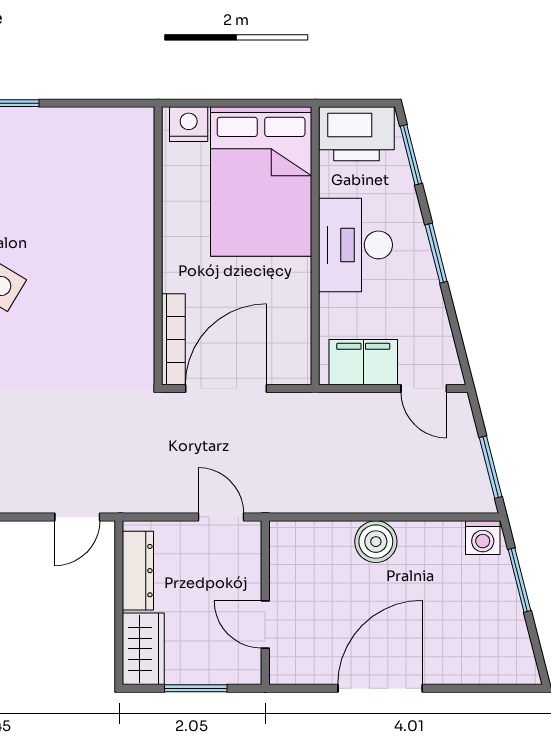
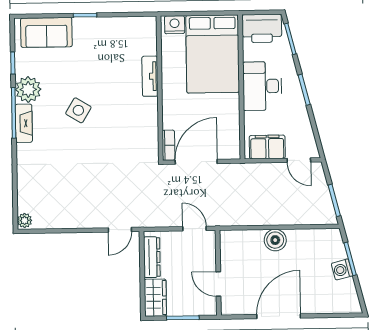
tv unit: (140, 223) -> (150, 76), added
bookcase: (173, 339) -> (169, 145), width x0.64
washing machine: (483, 538) -> (342, 270), moved, turned 76

